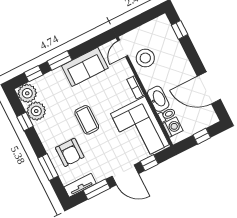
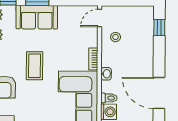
stool: (145, 58) -> (116, 37), width x0.53, depth x0.53
sofa: (85, 67) -> (37, 17), moved
washbasin: (158, 99) -> (106, 74), width x0.52, depth x0.69

